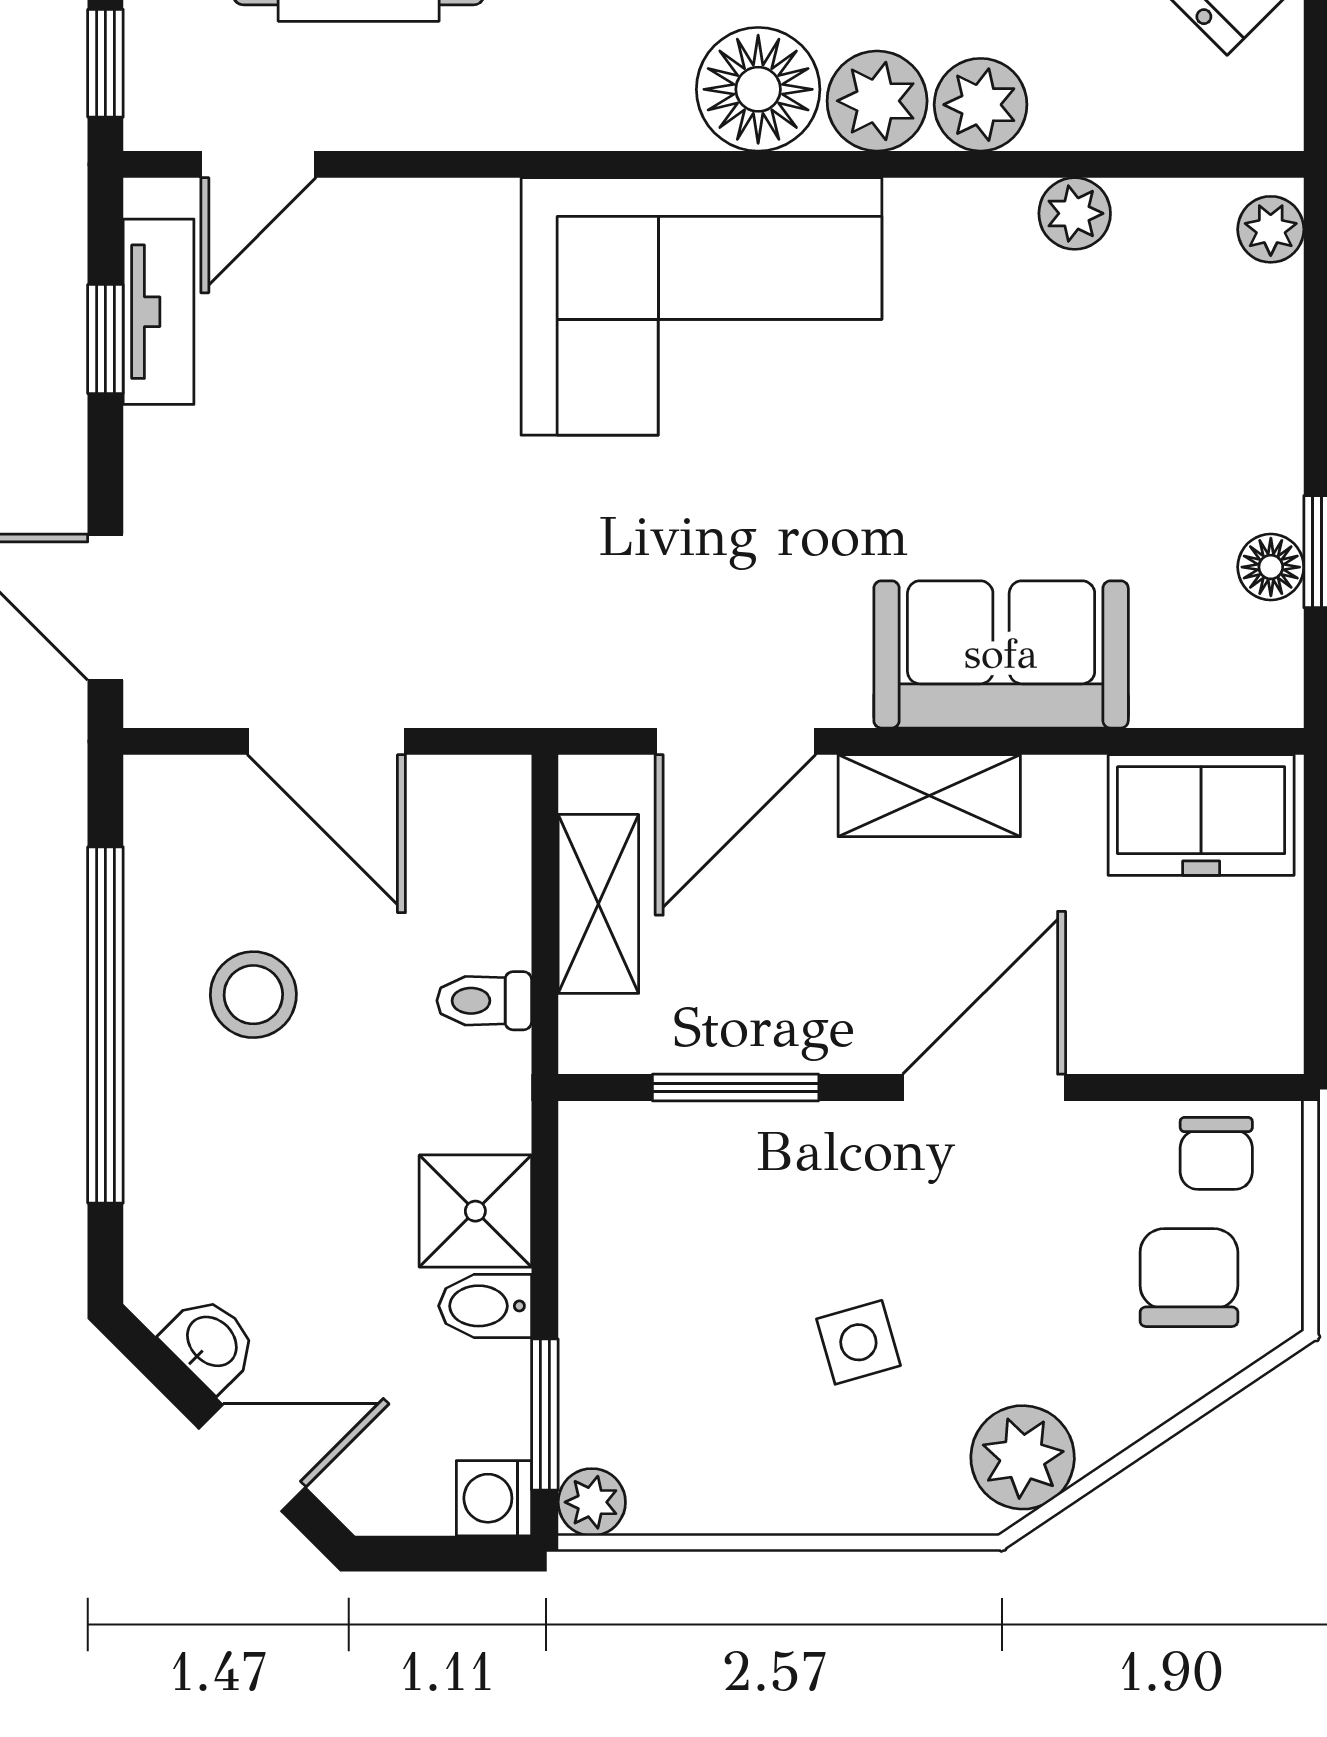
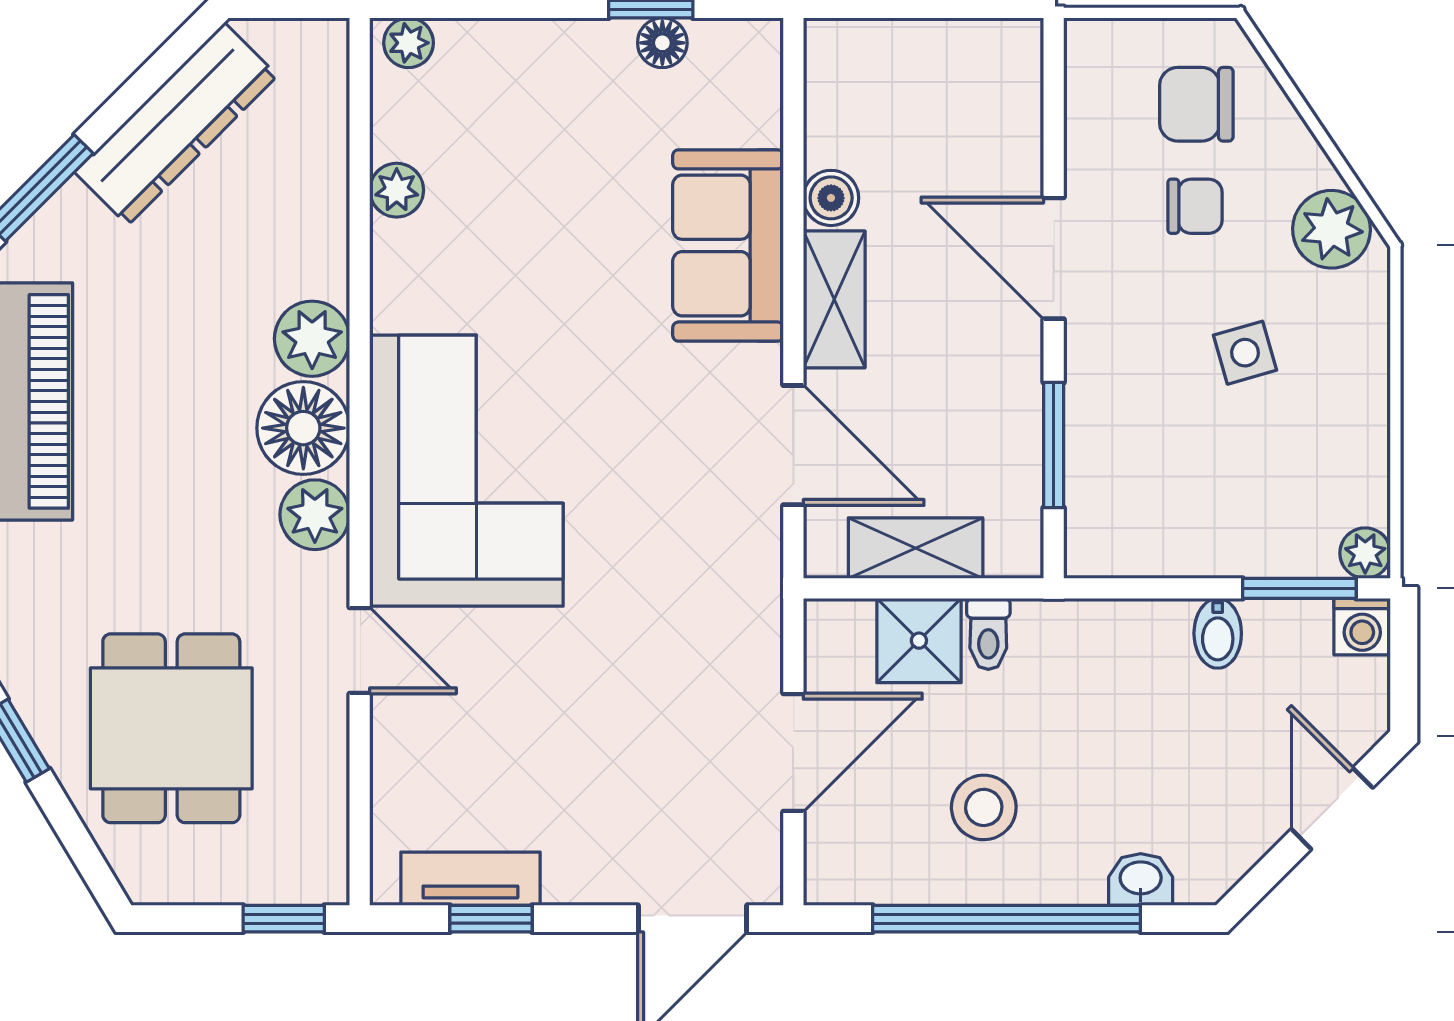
plant: (981, 105) -> (315, 515), moved
door: (258, 164) -> (360, 651), moved
boiler: (1064, 791) -> (831, 198), added
freezer: (1201, 815) -> (849, 95), removed
chair: (1216, 1153) -> (1195, 206), moved
shower: (475, 1211) -> (919, 641), moved
washbasin: (210, 1343) -> (1141, 879), moved, turned 45

